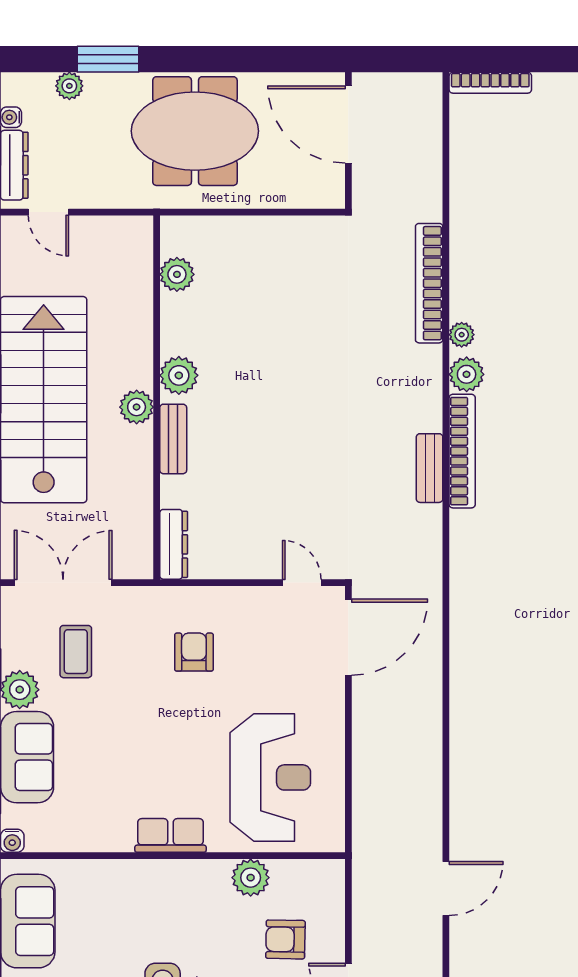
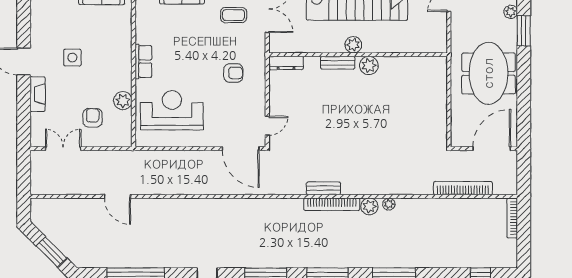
plant: (177, 274) -> (418, 65), removed
bookcase: (429, 283) -> (463, 188), moved
reception desk: (270, 777) -> (172, 110), turned 180

